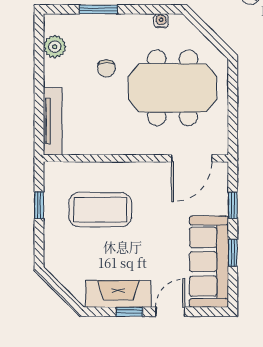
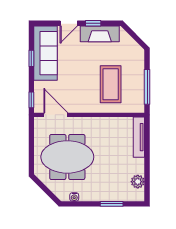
chair: (106, 68) -> (107, 169), removed
door: (192, 158) -> (56, 115), hinge flipped
window: (39, 205) -> (147, 87), width x2.17
window: (233, 205) -> (31, 100), moved
coffee table: (100, 210) -> (111, 84), turned 90

